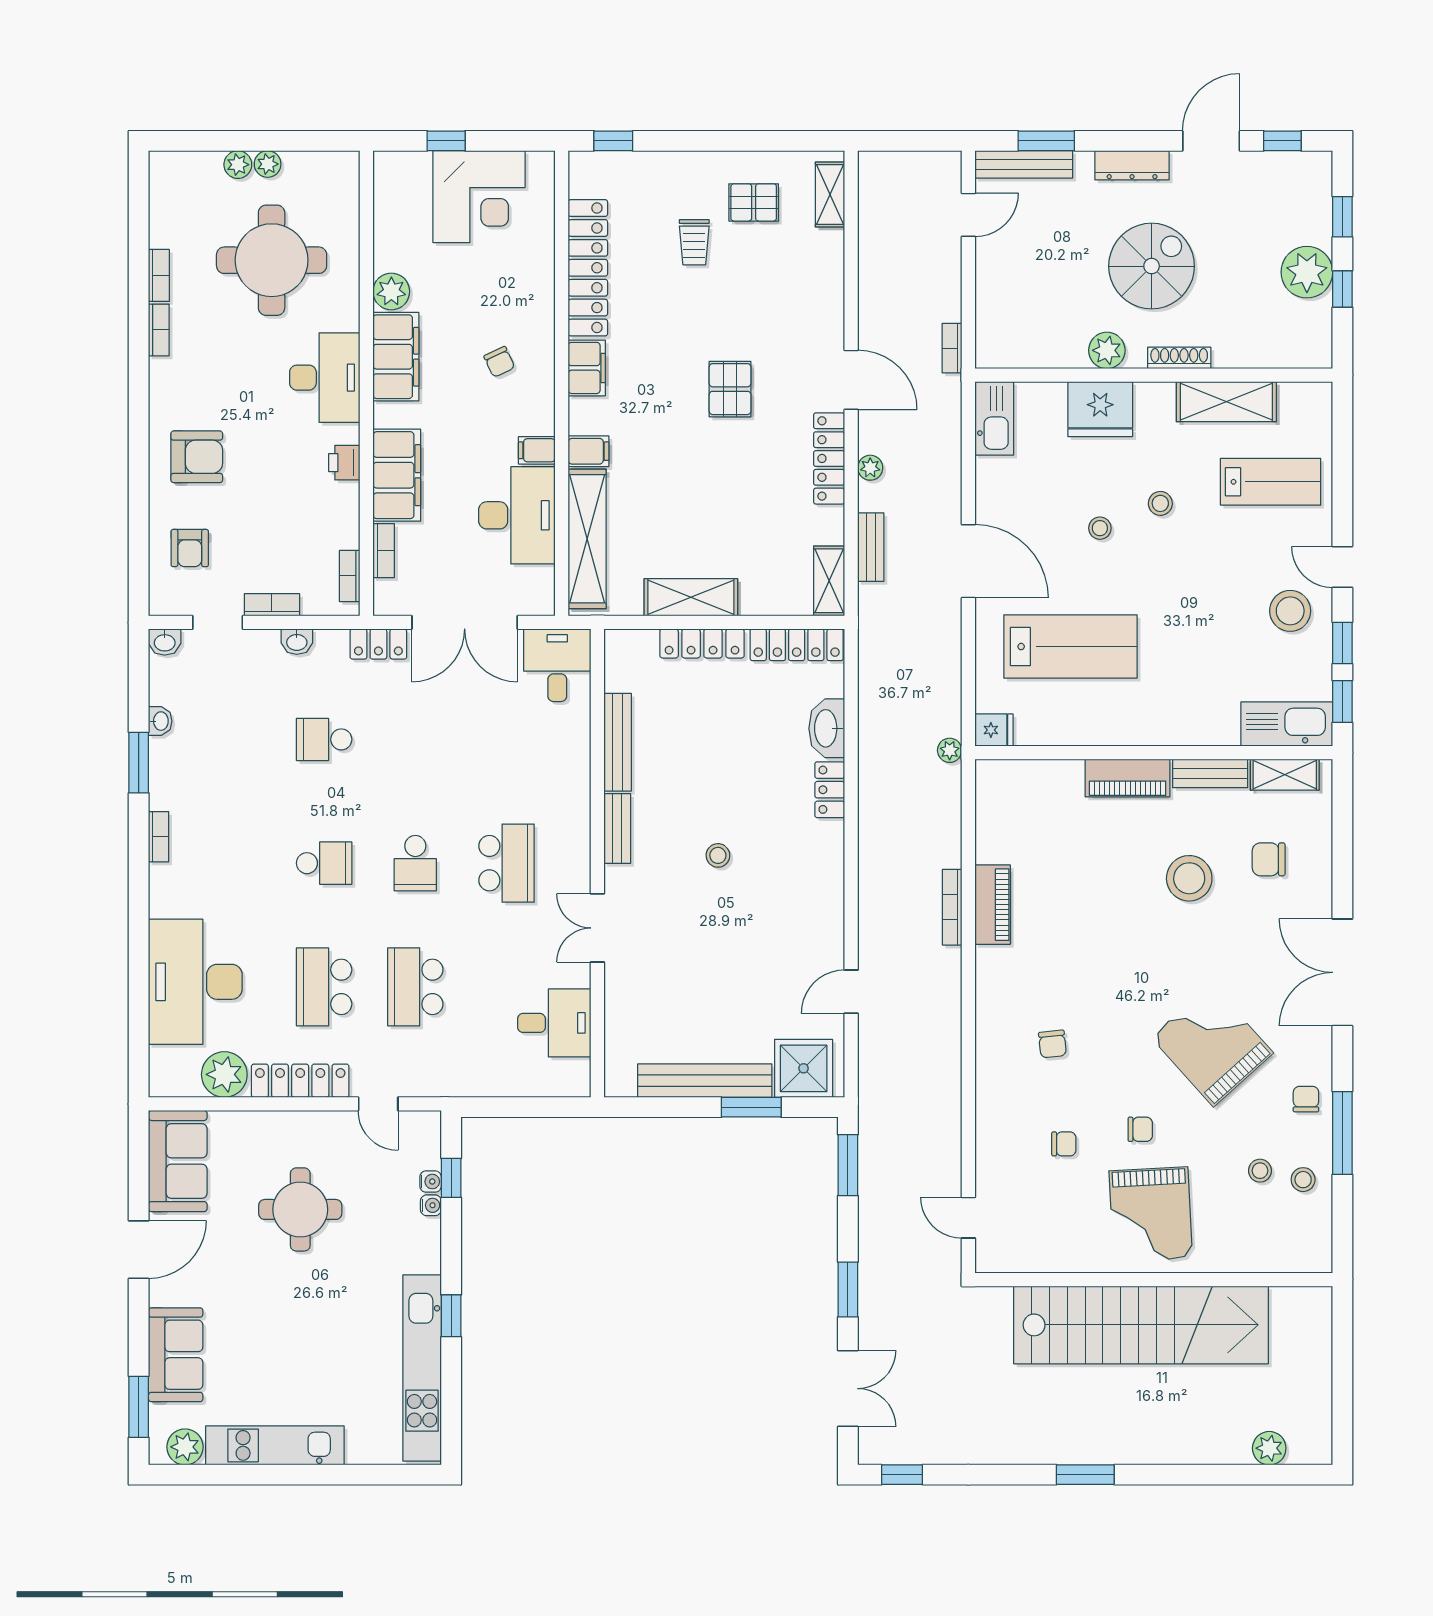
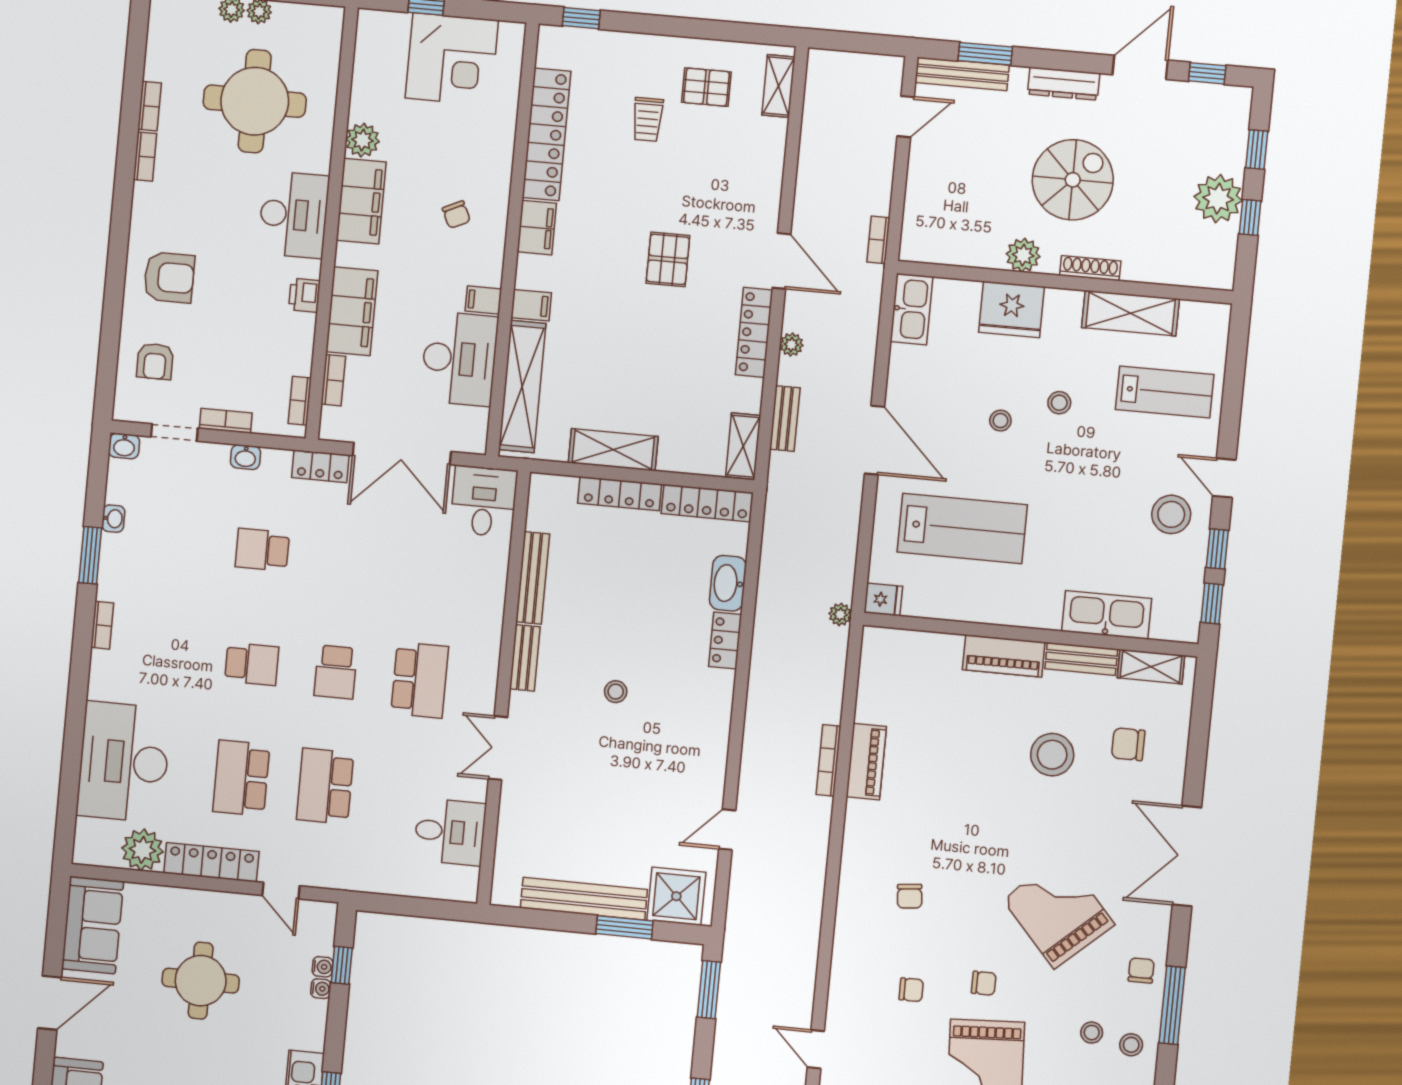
kitchen sink: (1287, 724) -> (1107, 615), moved

